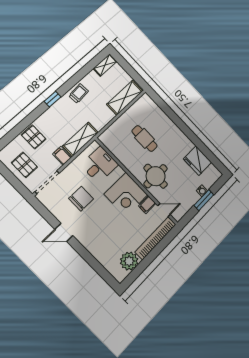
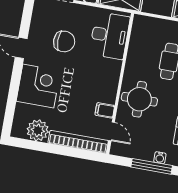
desk: (100, 165) -> (110, 36), width x1.37
corner desk: (126, 194) -> (38, 86), moved, turned 180
window: (204, 200) -> (152, 166), width x1.44

